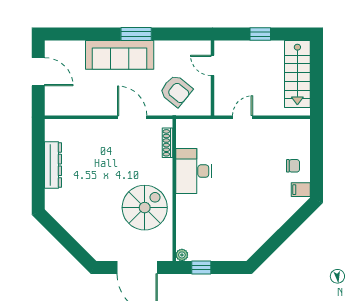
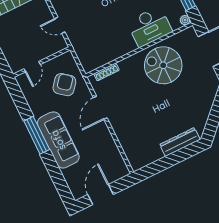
window: (136, 34) -> (37, 135), width x1.44
dresser: (53, 165) -> (180, 142), moved
desk: (194, 171) -> (150, 27), moved

